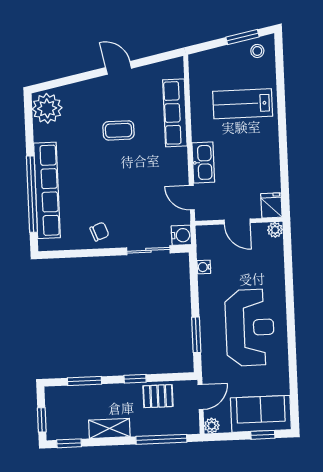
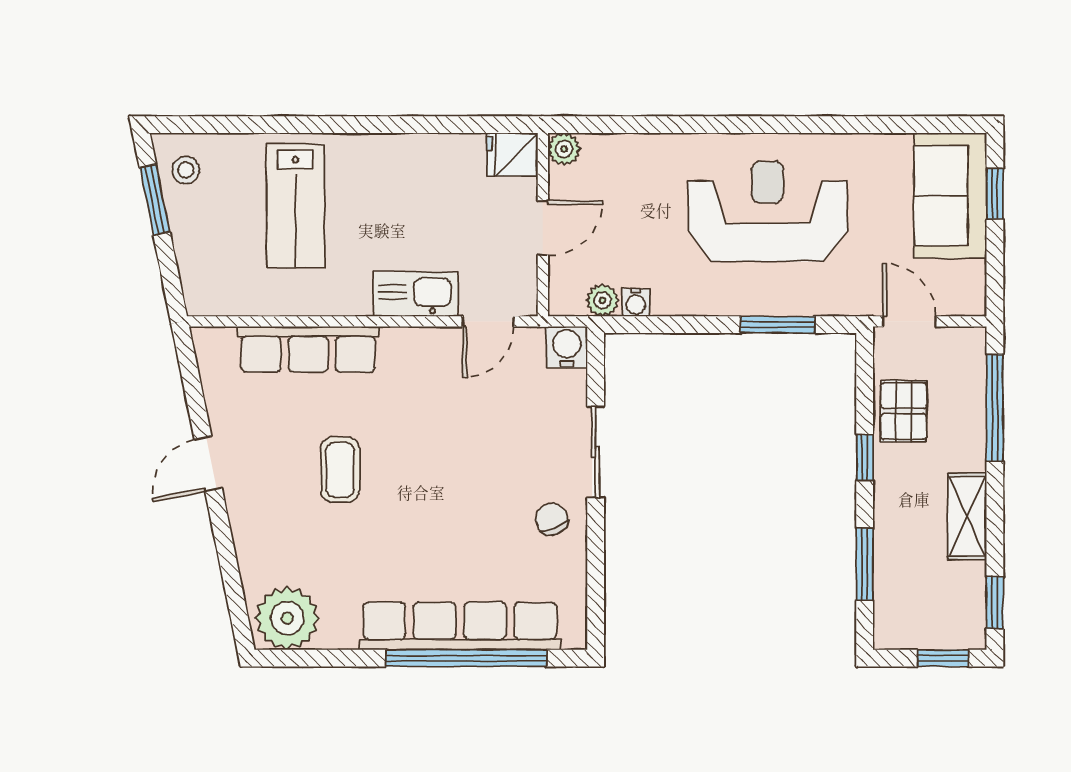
sliding door: (148, 250) -> (596, 452), moved
plant: (212, 426) -> (602, 300), moved

